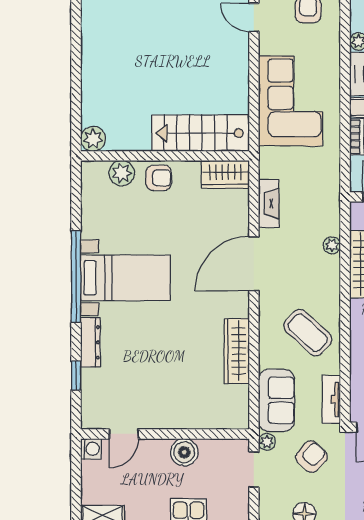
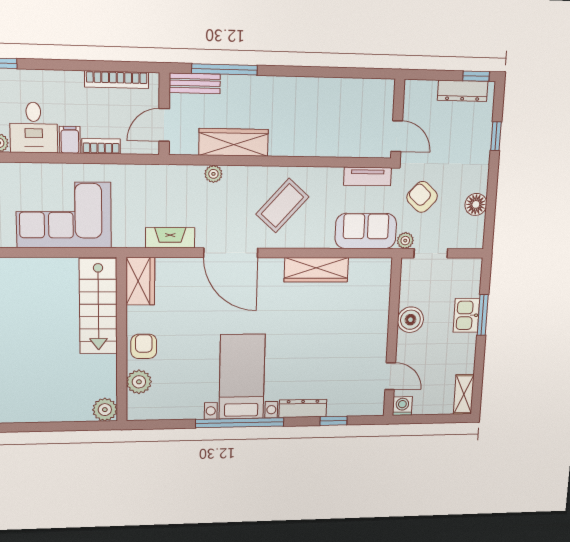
coffee table: (308, 333) -> (282, 205), moved

